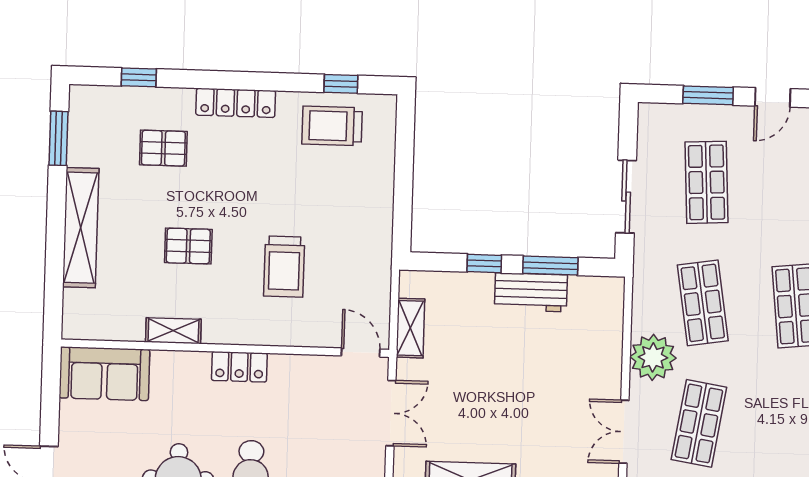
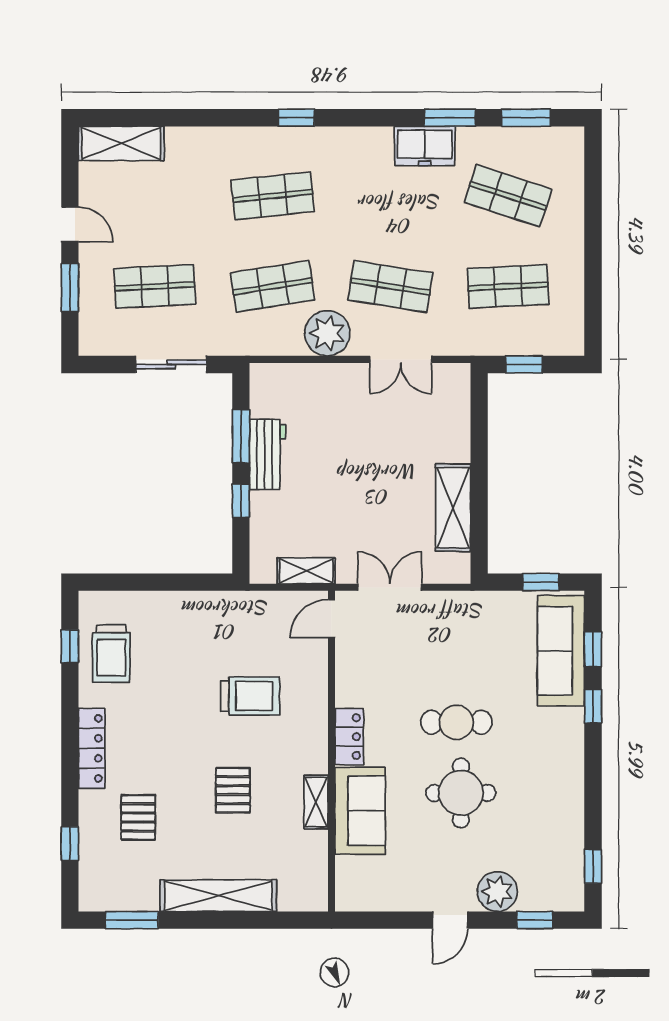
sofa: (104, 374) -> (360, 811), moved

